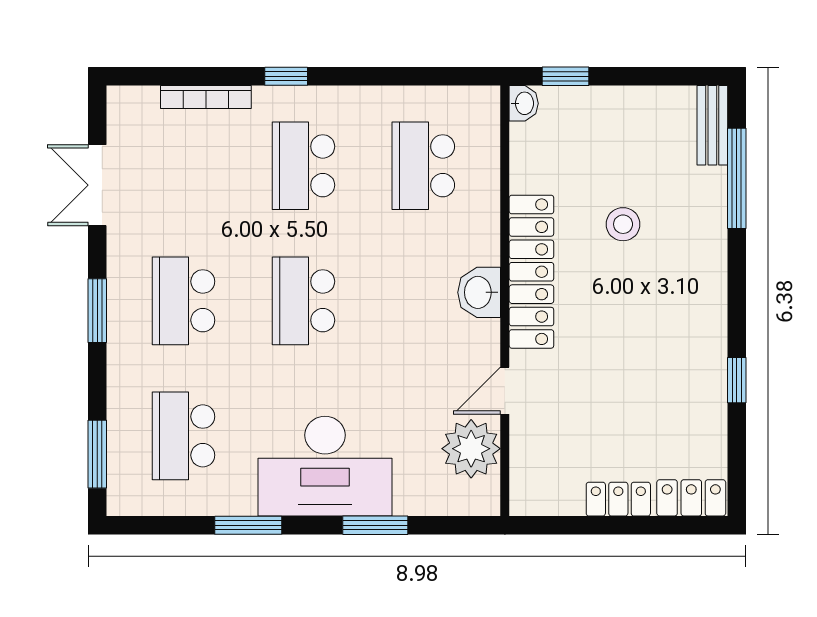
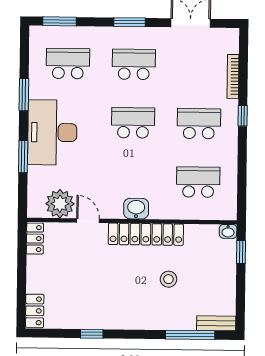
locker: (618, 499) -> (35, 239), moved

